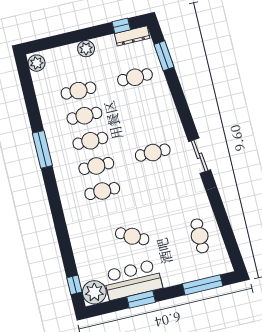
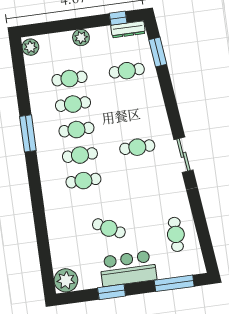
bar counter: (133, 280) -> (128, 268), moved
window: (74, 285) -> (47, 271), removed

